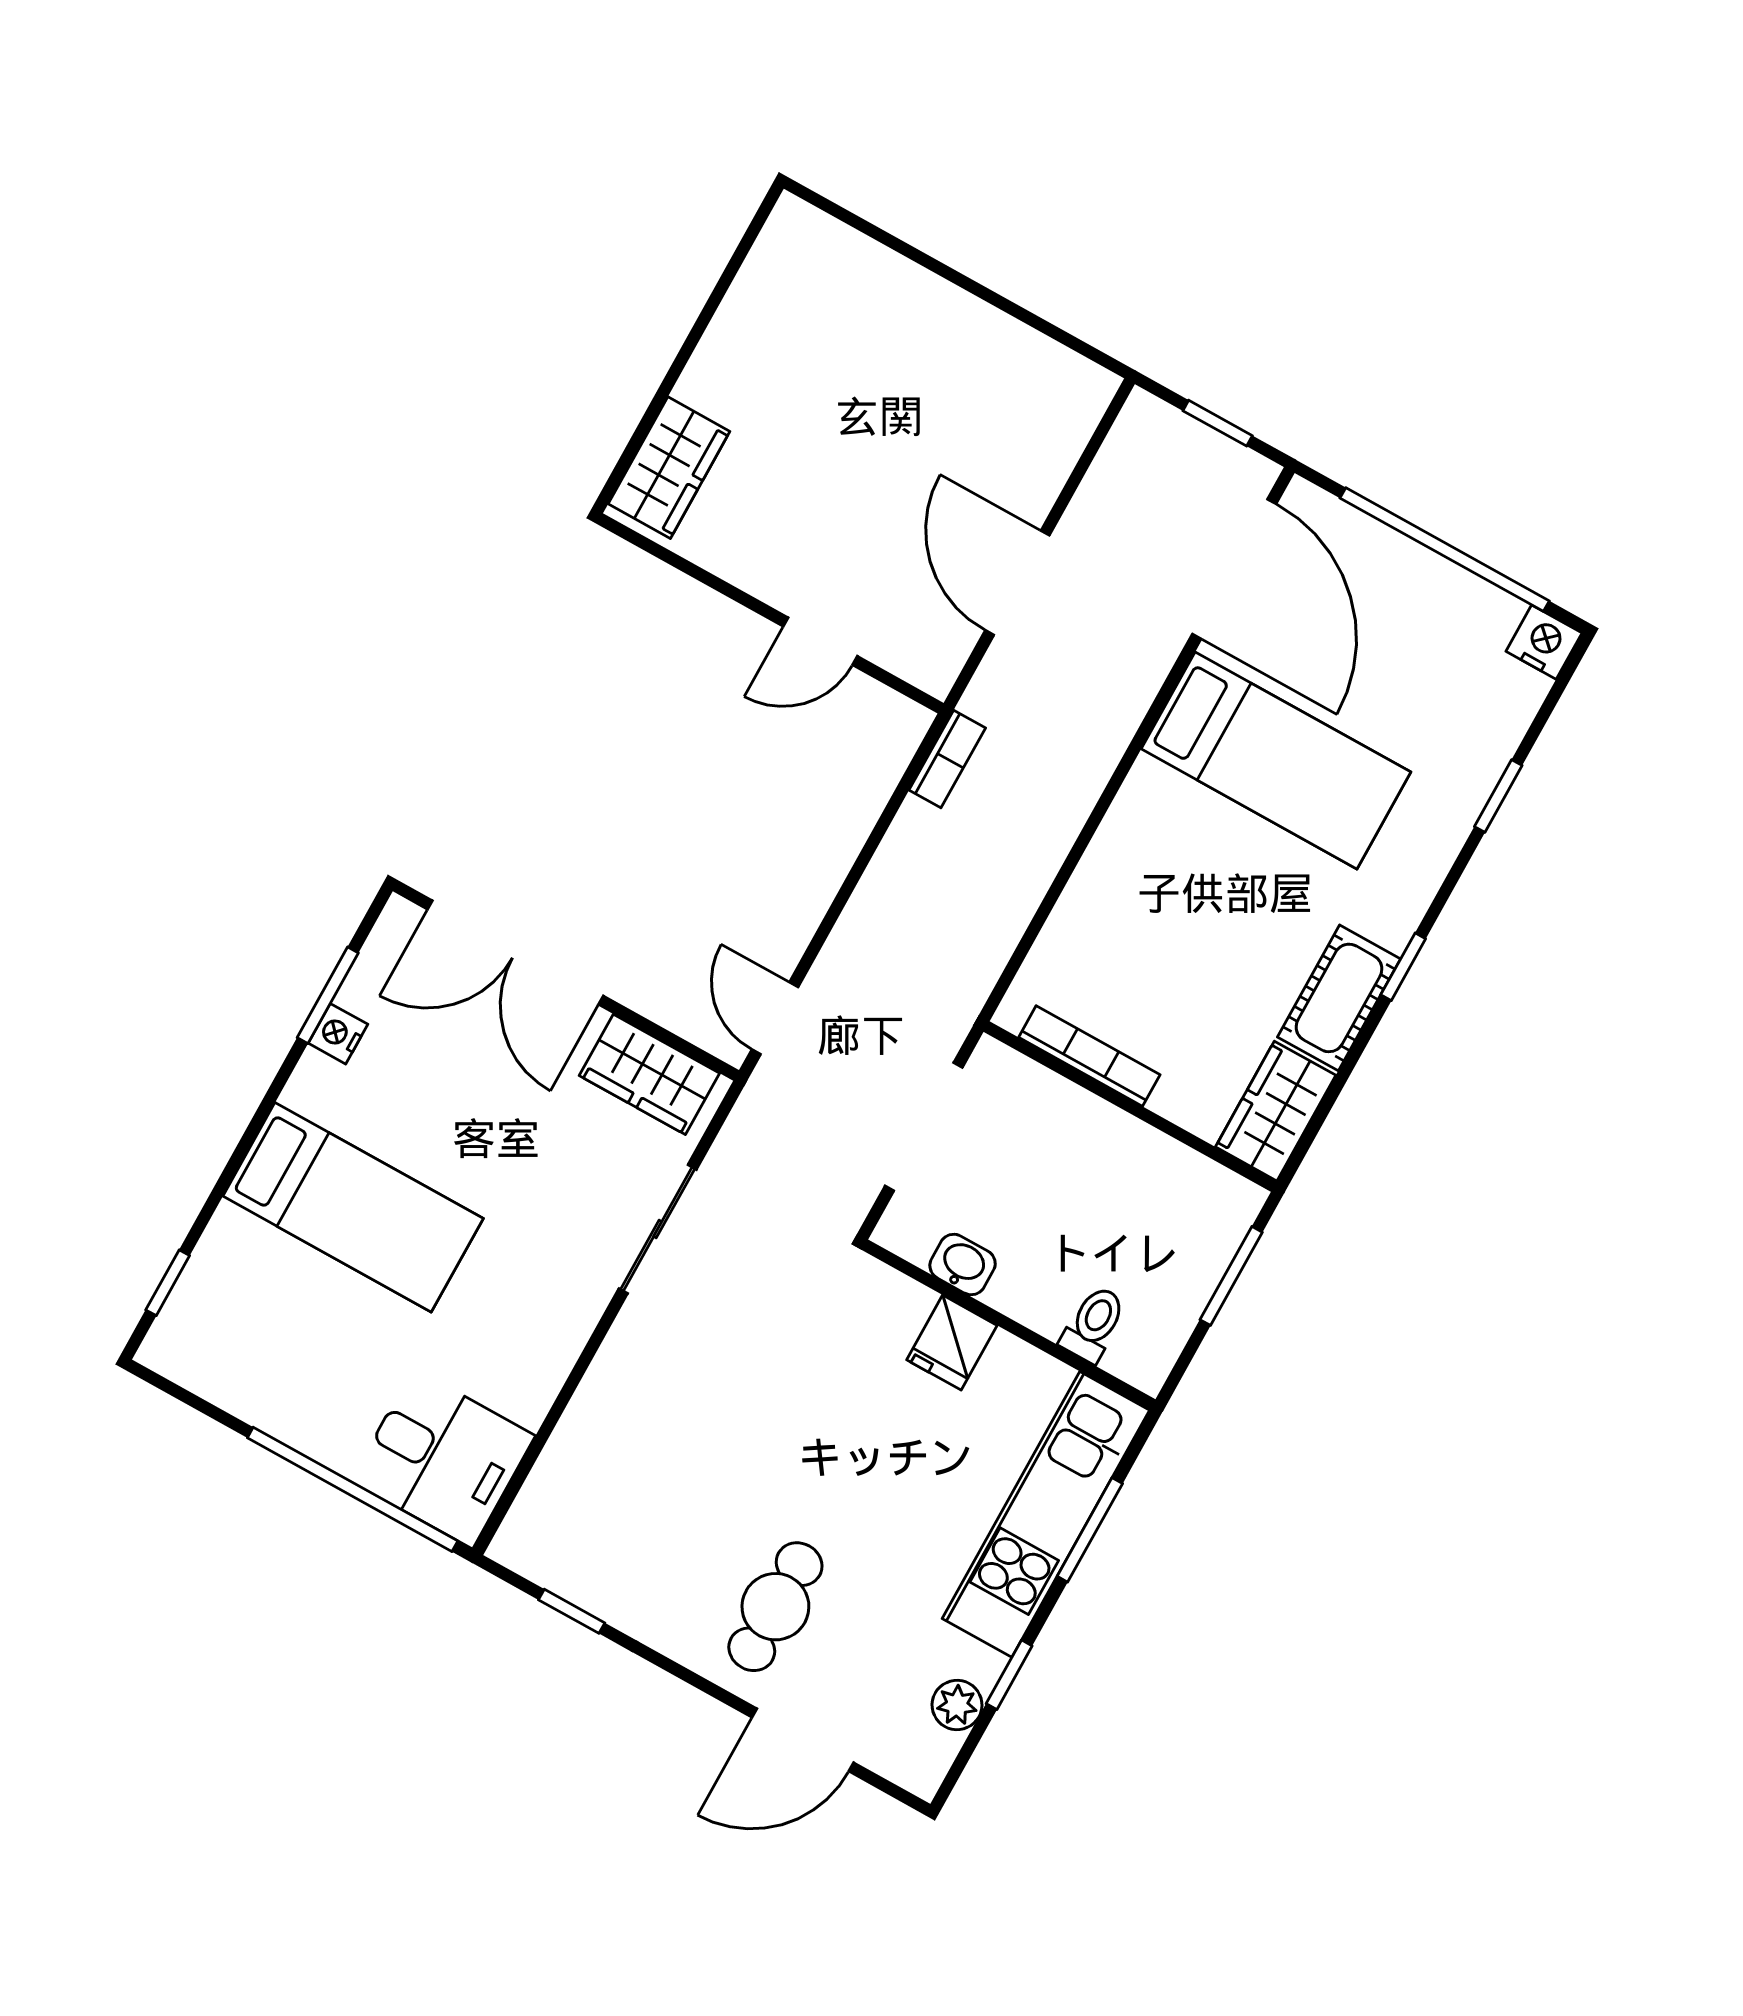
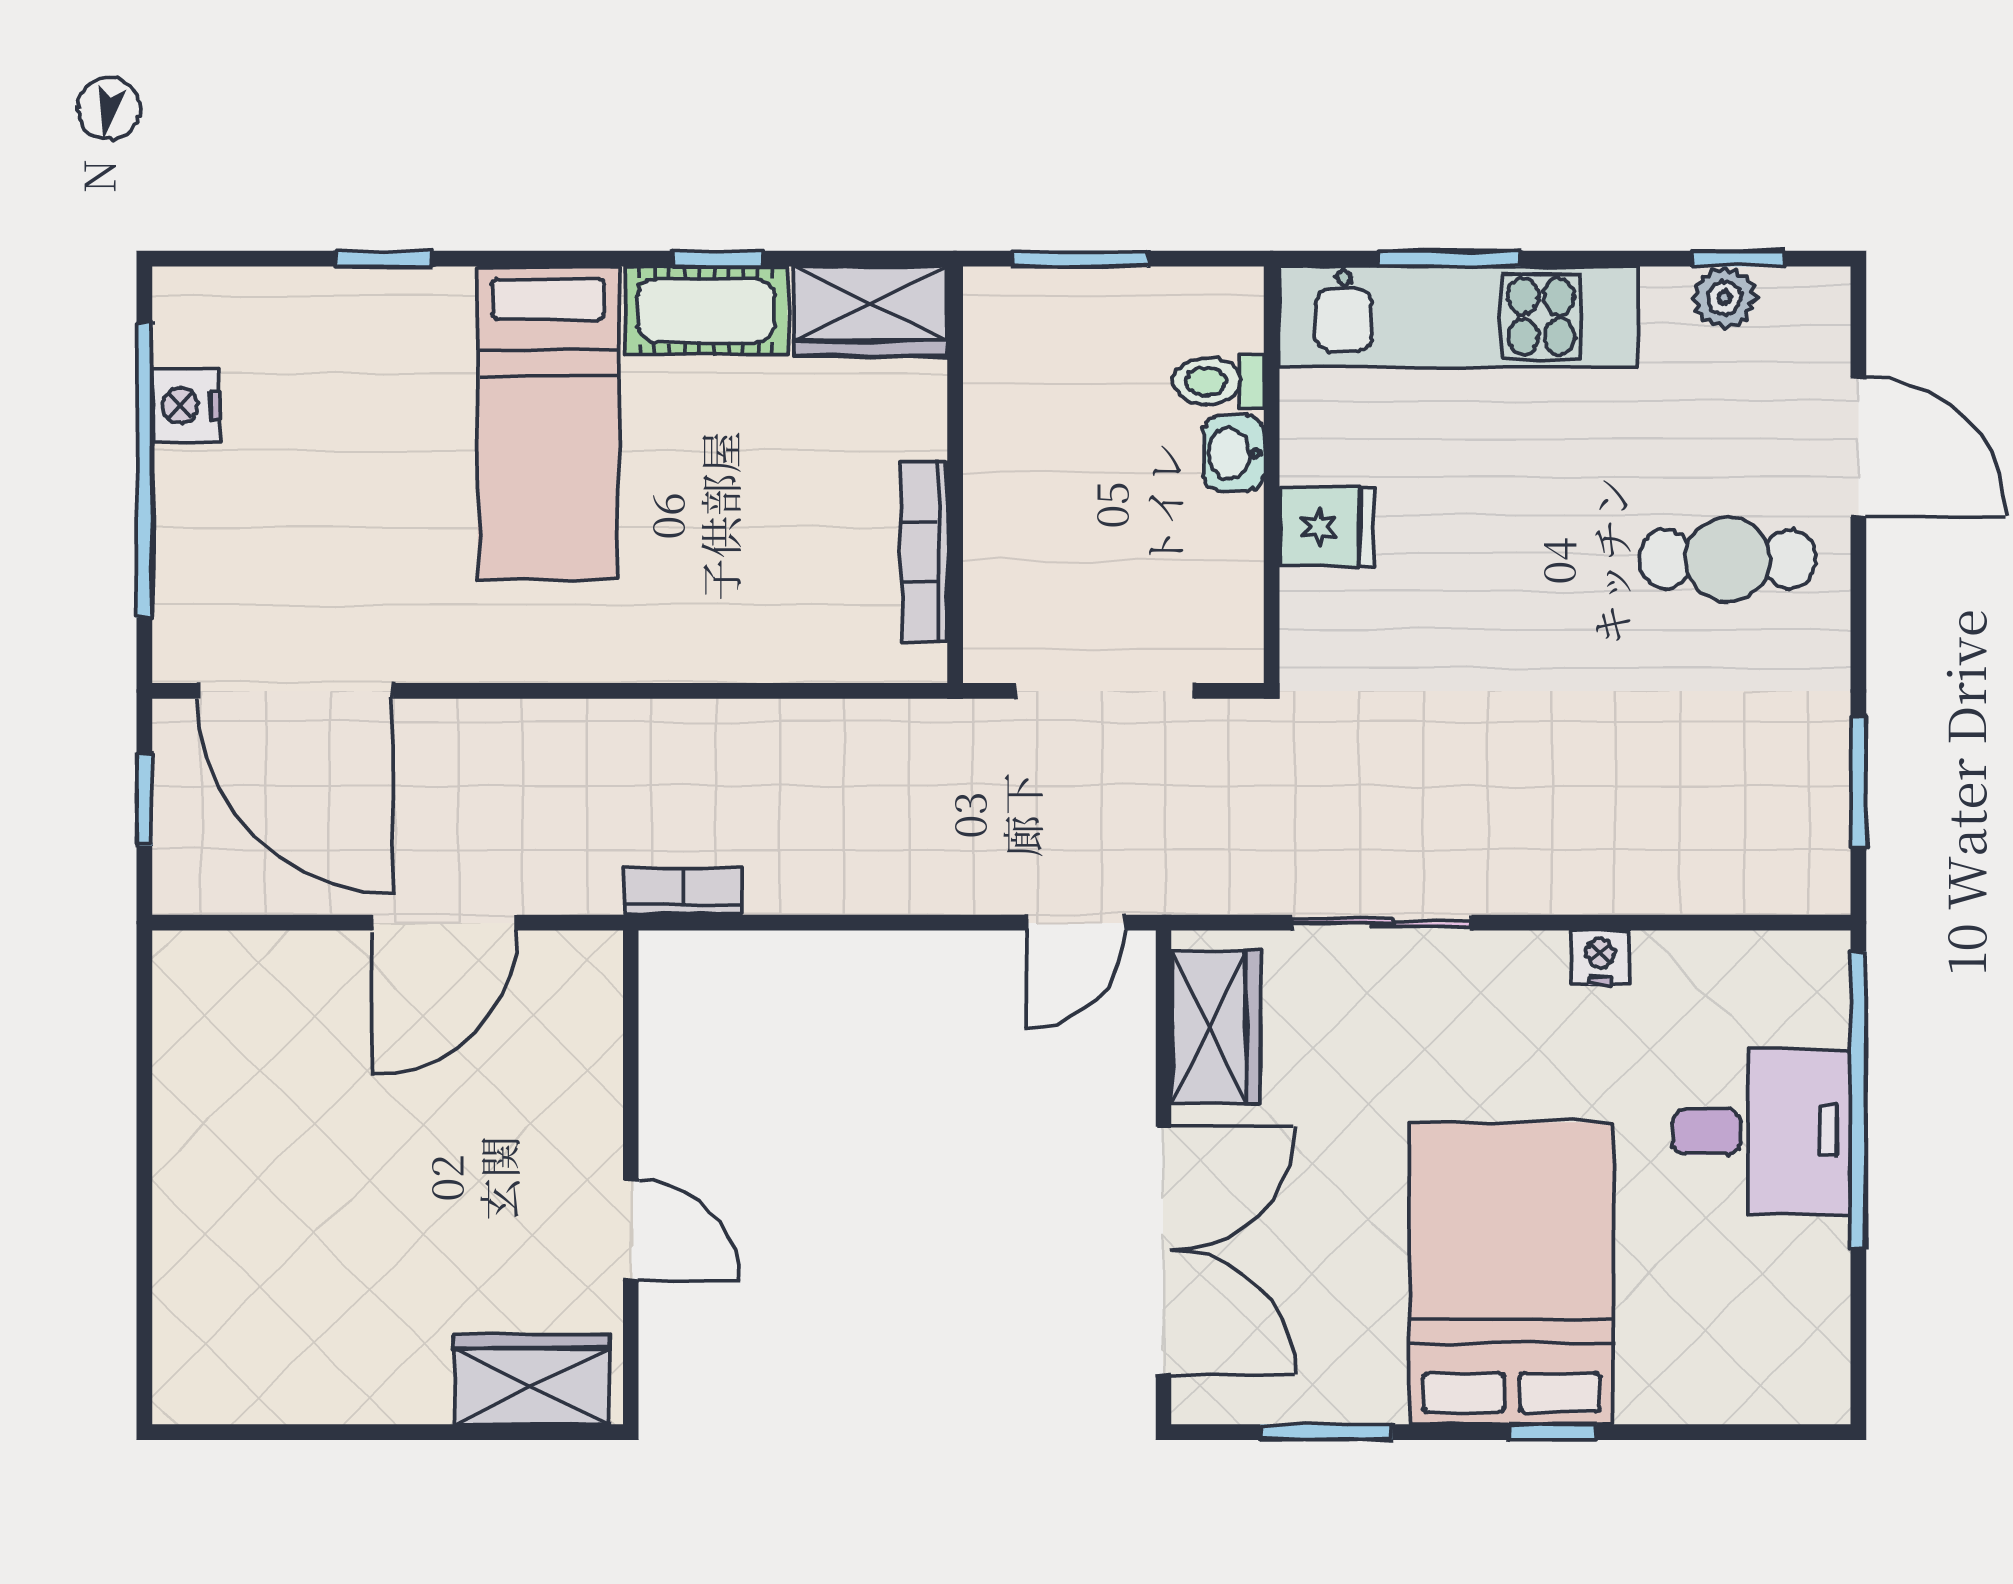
door: (1234, 569) -> (295, 691), swing flipped
door: (820, 641) -> (631, 1230), moved
nightstand: (1544, 642) -> (186, 405), moved
bed: (1276, 760) -> (548, 423), moved, turned 180
window: (1403, 967) -> (718, 259), moved
nightstand: (338, 1034) -> (1600, 958), moved, turned 180
bed: (353, 1207) -> (1512, 1273), width x1.50
washbasin: (963, 1265) -> (1233, 453), moved
window: (168, 1283) -> (1553, 1432), moved
desk: (443, 1458) -> (1762, 1132), moved, turned 90
window: (572, 1611) -> (1858, 782), width x1.50
window: (1009, 1675) -> (1738, 259), moved

